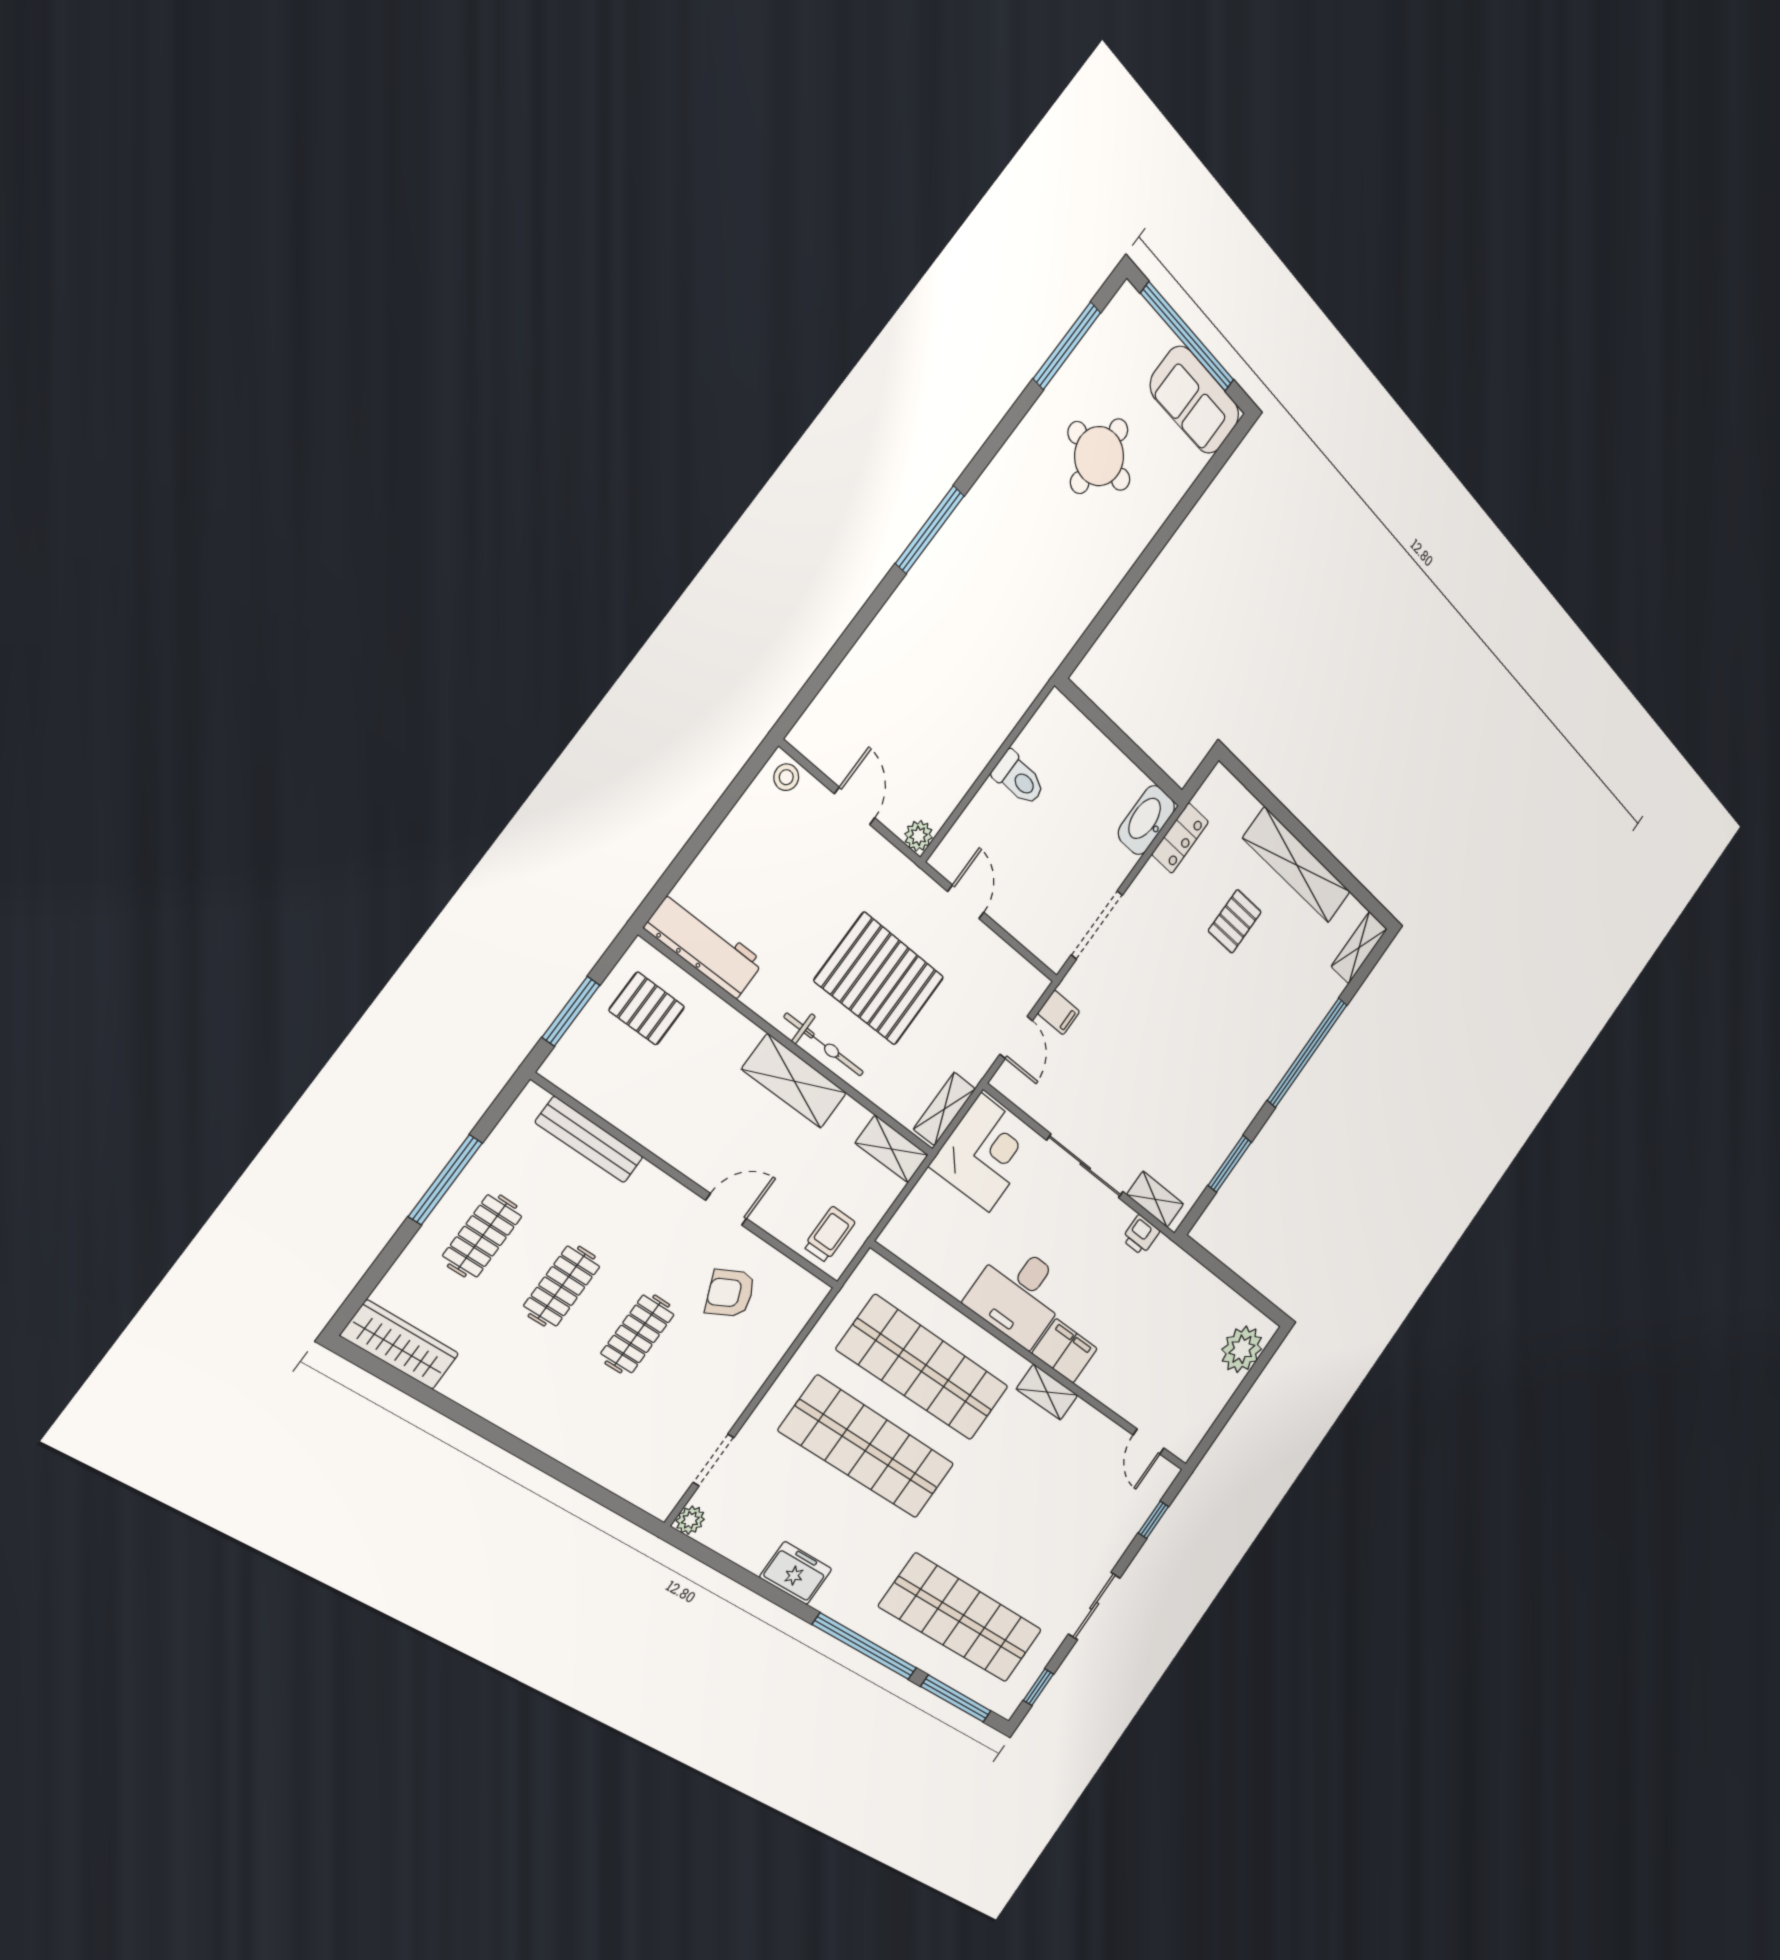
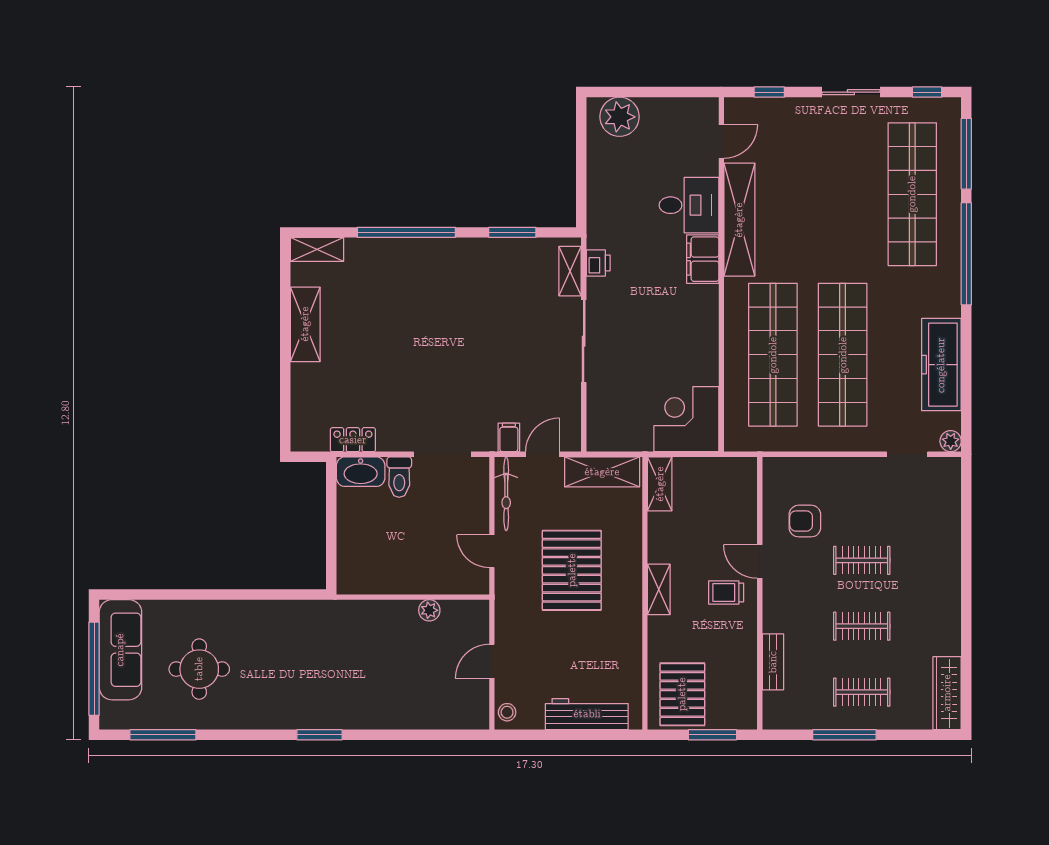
sofa: (1195, 400) -> (120, 650), width x1.36
window: (930, 530) -> (320, 735), width x0.69
toilet: (1019, 779) -> (399, 477), moved, turned 180
plant: (919, 836) -> (429, 610), moved
shelving: (1297, 865) -> (305, 324), width x0.68
door: (966, 902) -> (492, 551), hinge flipped
pallet: (1235, 921) -> (370, 358), removed
workbench: (704, 945) -> (587, 714), moved, turned 90
pallet: (647, 1009) -> (682, 694), width x1.50, depth x1.42
bicycle: (824, 1045) -> (506, 494), moved, turned 180
shelving: (794, 1081) -> (659, 589), width x0.67, depth x0.75
shelving: (944, 1109) -> (602, 472), width x1.50, depth x1.33
bench: (589, 1140) -> (773, 662), width x0.73
corner desk: (985, 1153) -> (686, 419), moved
trolley: (829, 1234) -> (726, 592), moved
armchair: (730, 1293) -> (805, 521), turned 115
desk: (1019, 1295) -> (689, 205), moved, width x0.73
shelving: (1047, 1392) -> (739, 220), width x2.20, depth x1.33
freezer: (796, 1573) -> (941, 365), width x1.91, depth x1.26

